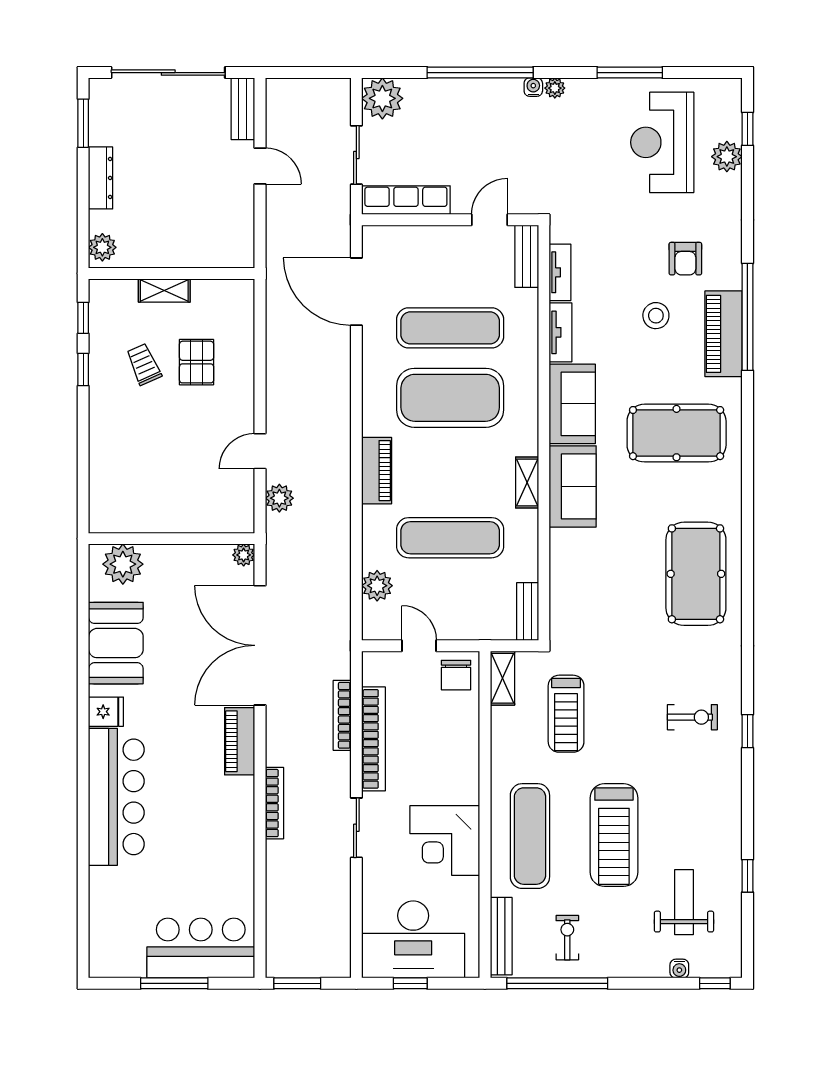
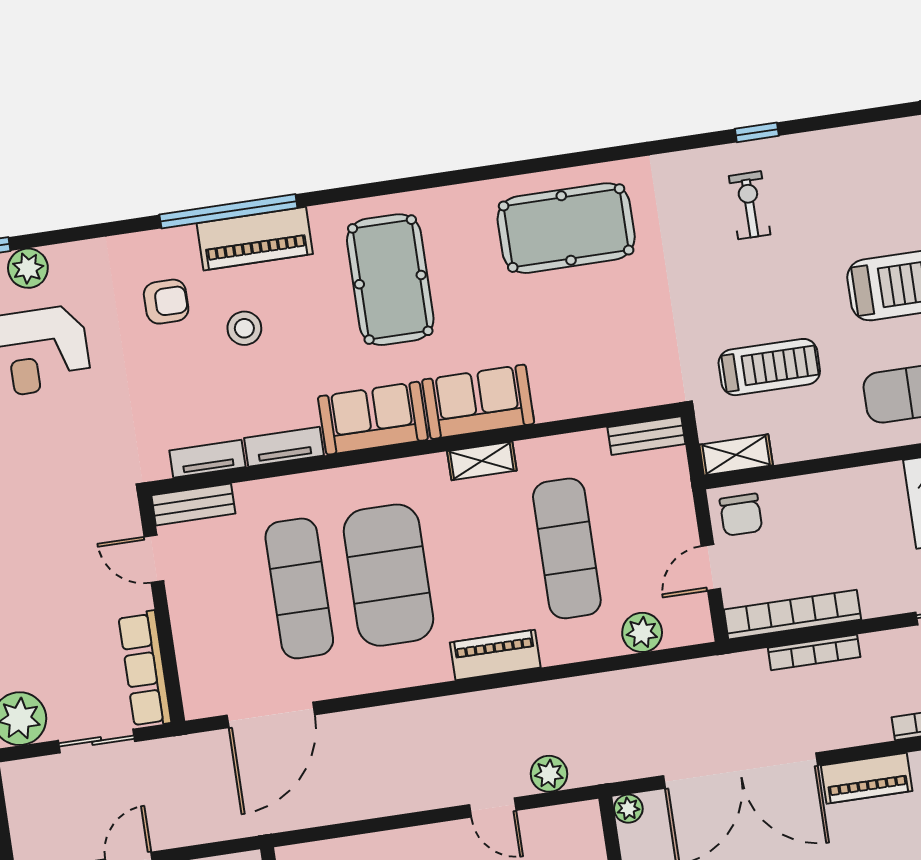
chair: (456, 675) -> (741, 515), turned 90
bookcase: (374, 739) -> (792, 615), moved

